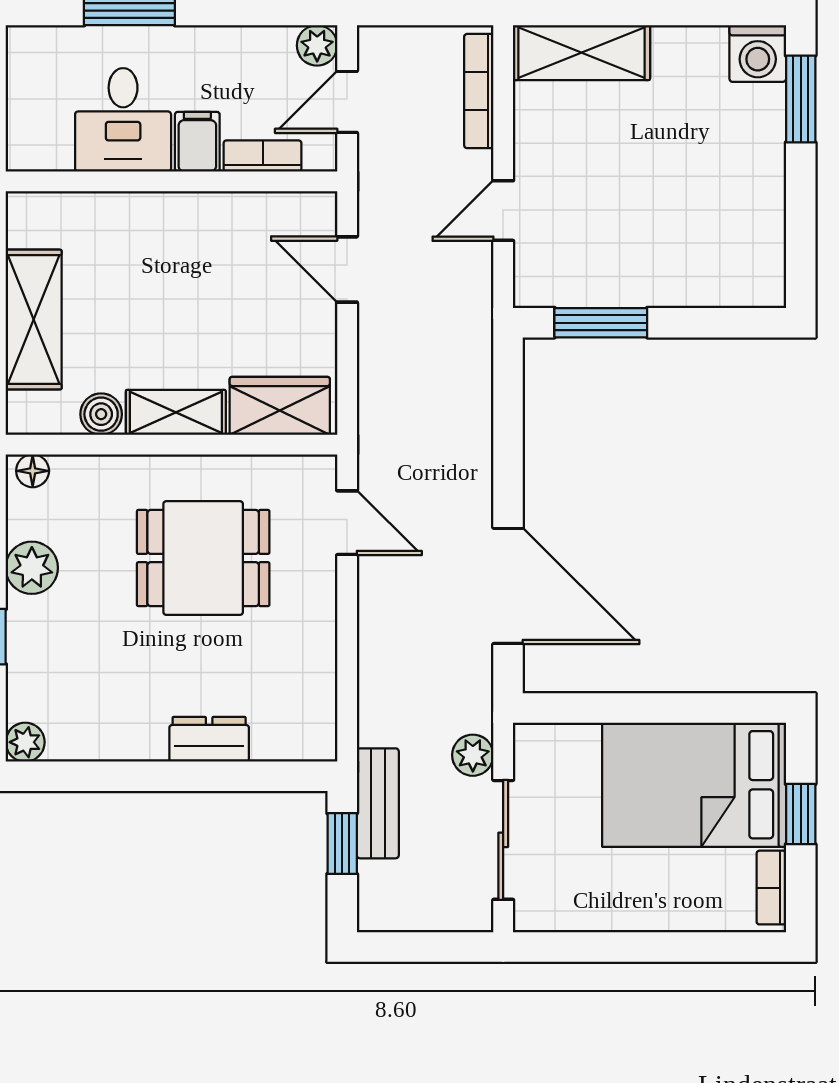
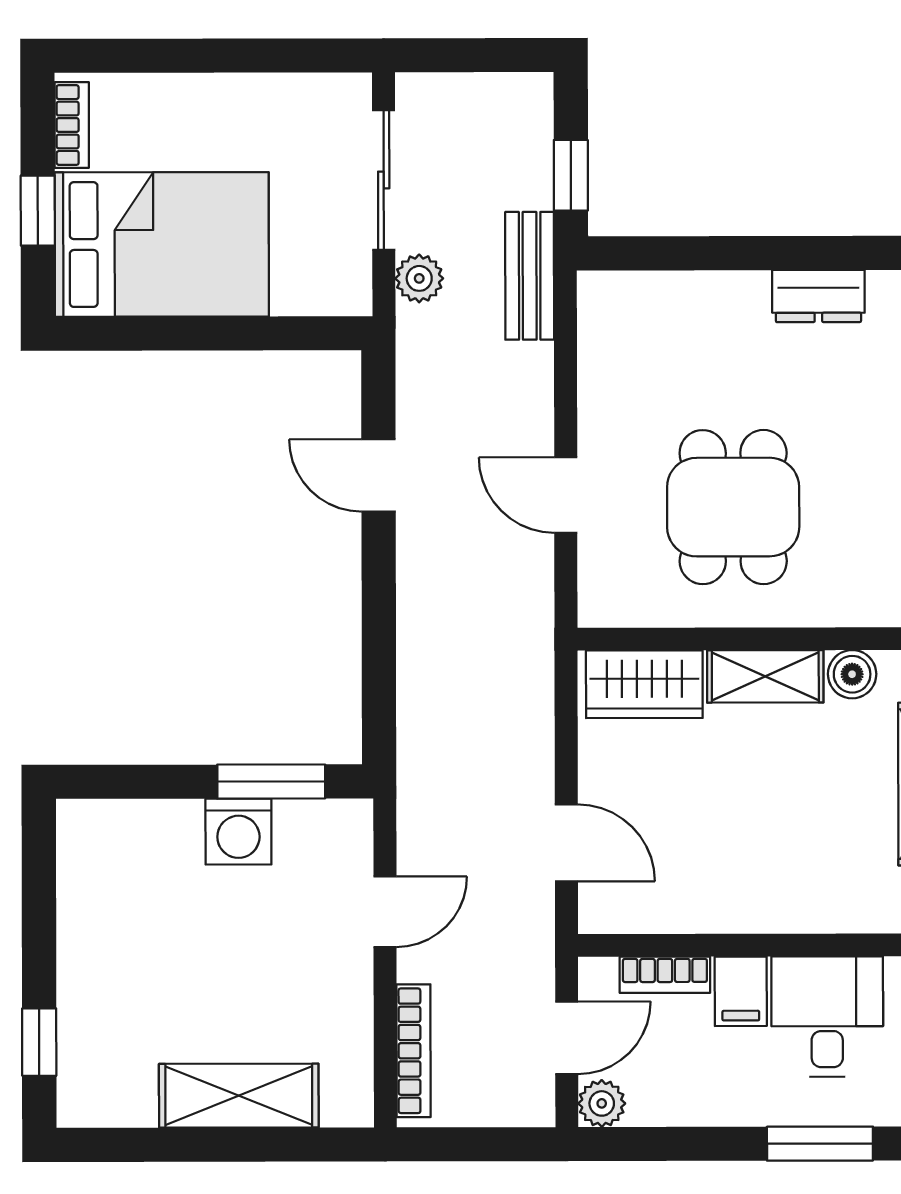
shelving: (581, 53) -> (239, 1096), moved
washing machine: (758, 53) -> (238, 832), moved, turned 180
window: (801, 99) -> (39, 1042), width x0.67
door: (347, 523) -> (566, 495), moved
dining table: (203, 558) -> (733, 507), turned 90
door: (508, 586) -> (379, 475), width x0.53
dresser: (209, 739) -> (818, 296), moved
bench: (378, 803) -> (530, 276), moved

